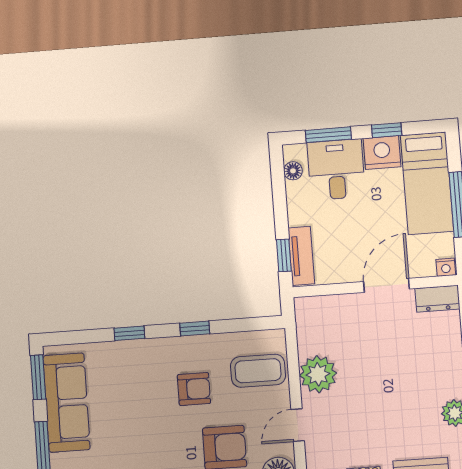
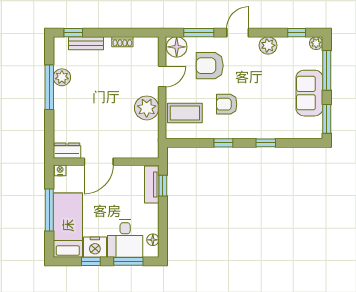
sofa: (67, 403) -> (309, 93), width x0.73

